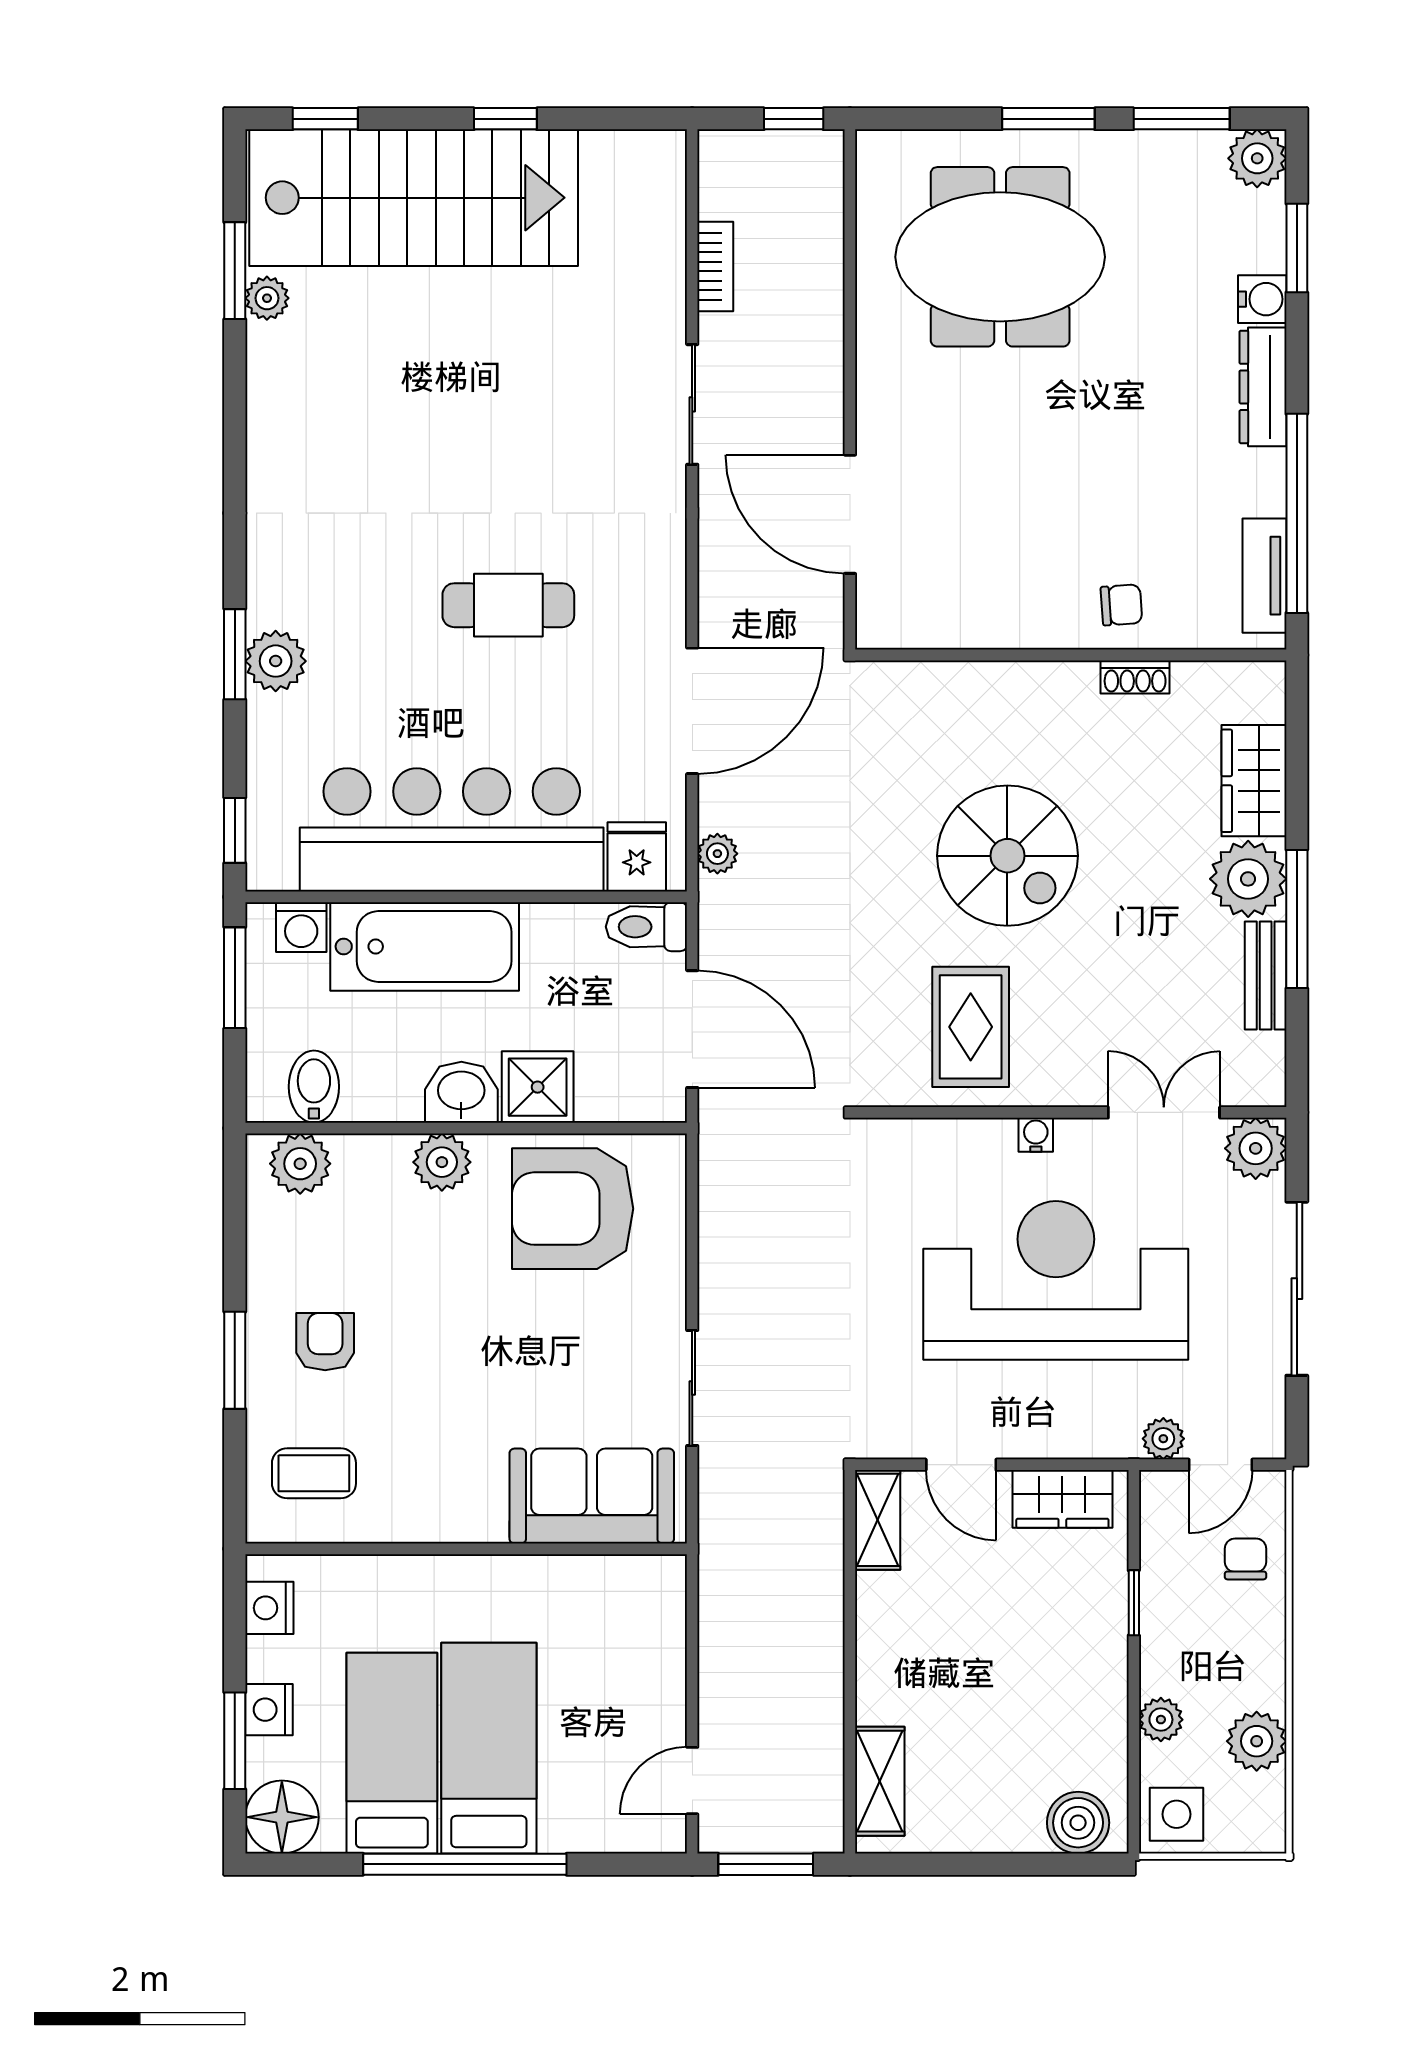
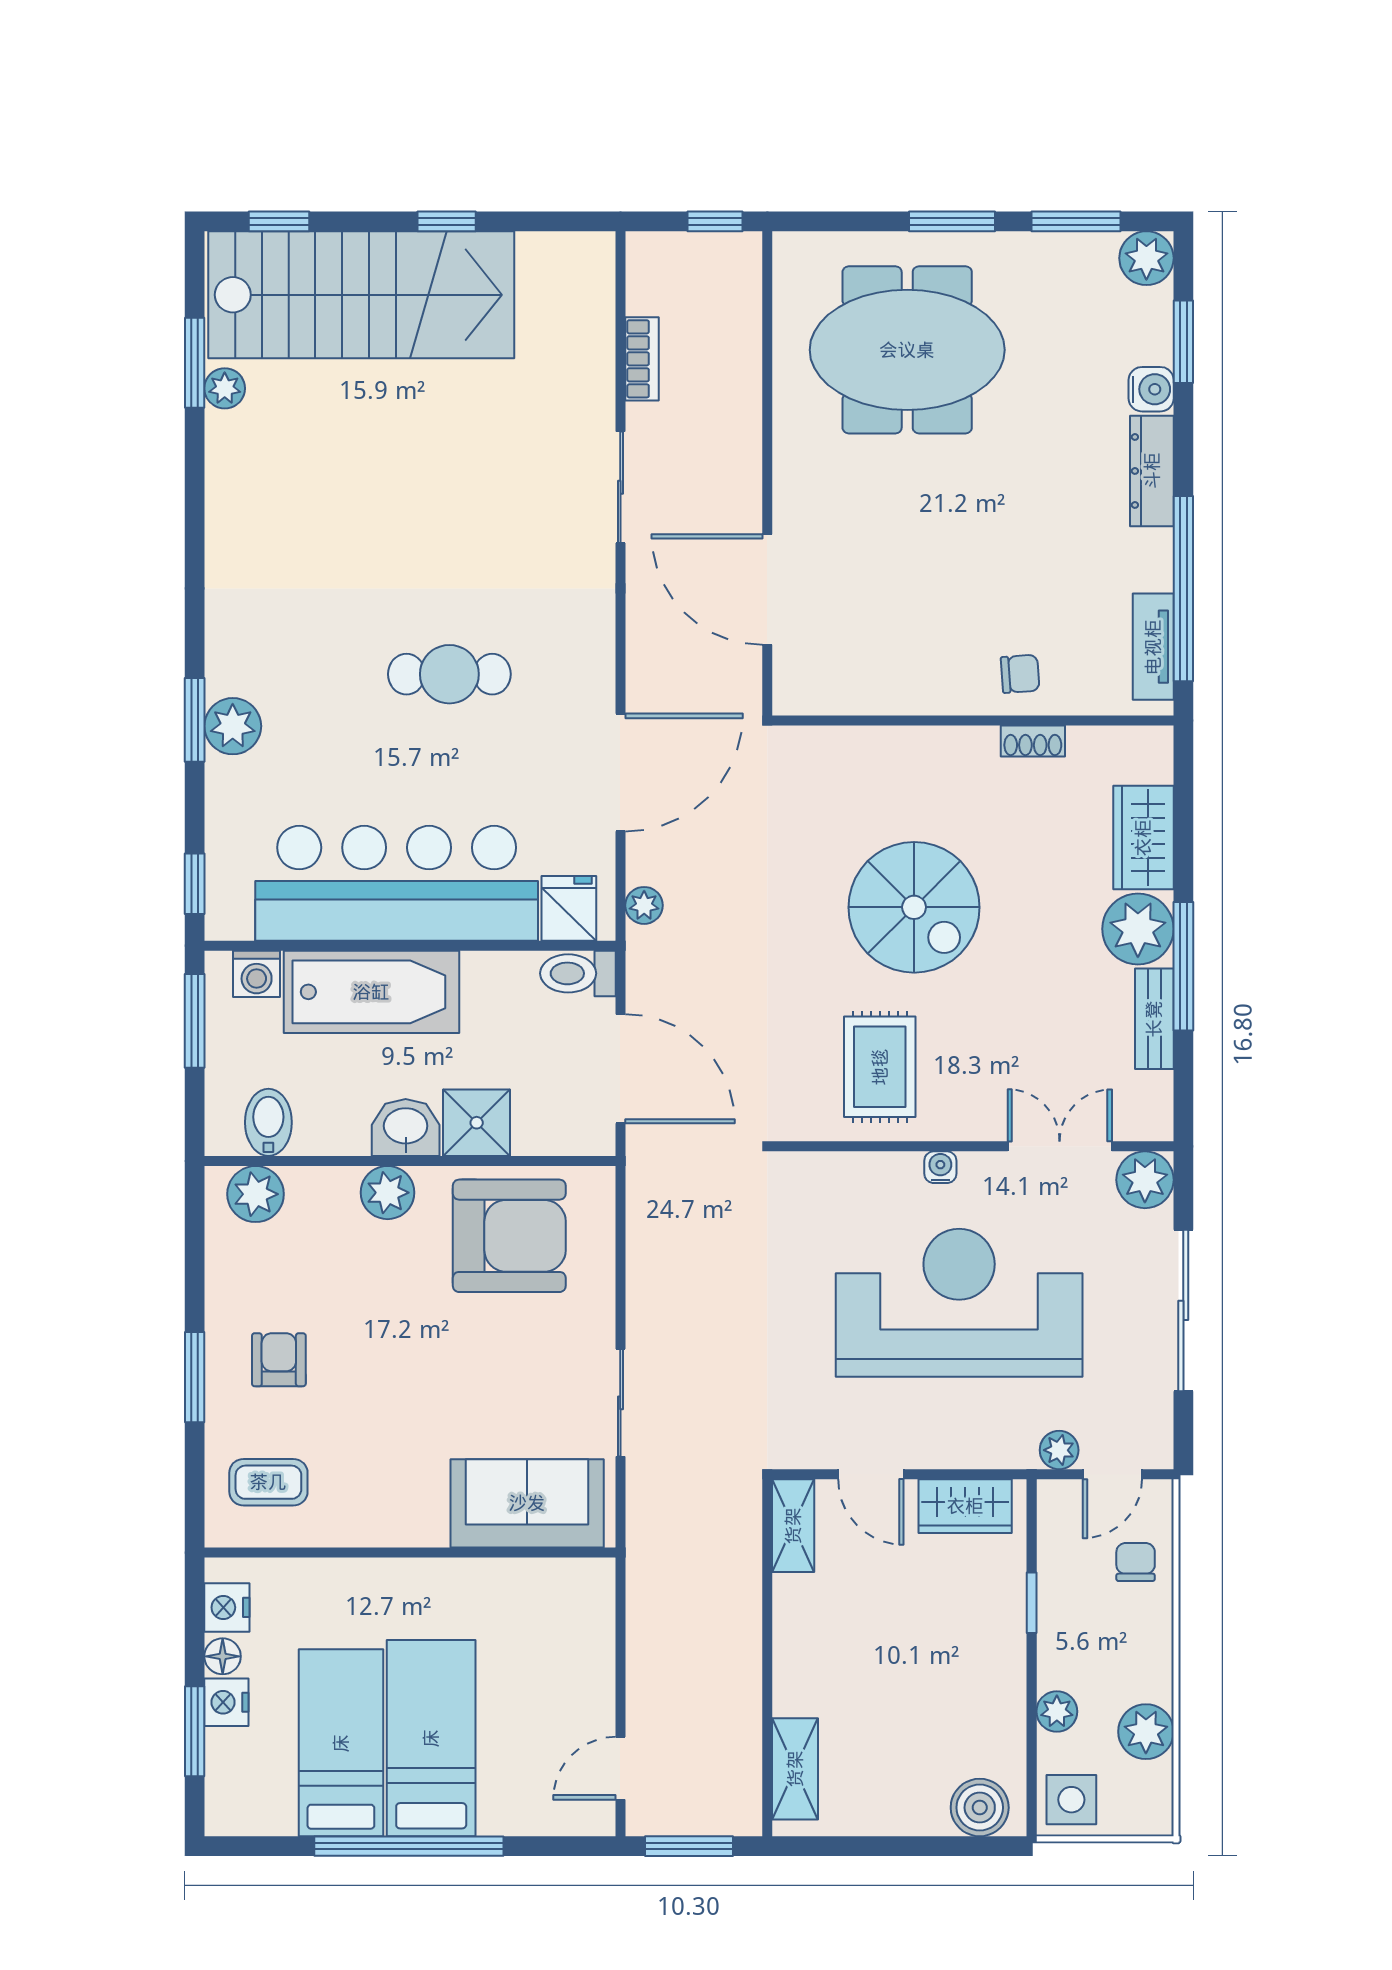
armchair: (573, 1209) -> (509, 1236), turned 180
floor lamp: (282, 1817) -> (223, 1656), moved, width x0.53, depth x0.53

